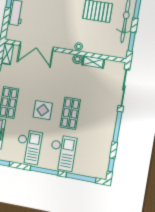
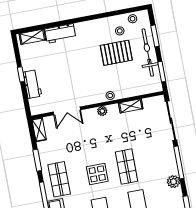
double door: (37, 46) -> (67, 111), width x0.73
plant: (77, 59) -> (102, 111), moved
plant: (107, 142) -> (174, 182), added

